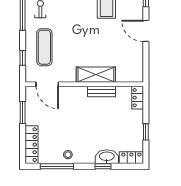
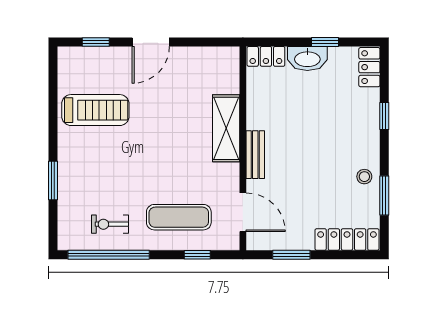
door: (47, 84) -> (243, 212), hinge flipped
bench: (102, 91) -> (255, 155), moved
washbasin: (107, 157) -> (307, 58), moved, turned -90
window: (57, 166) -> (384, 196), width x0.69

